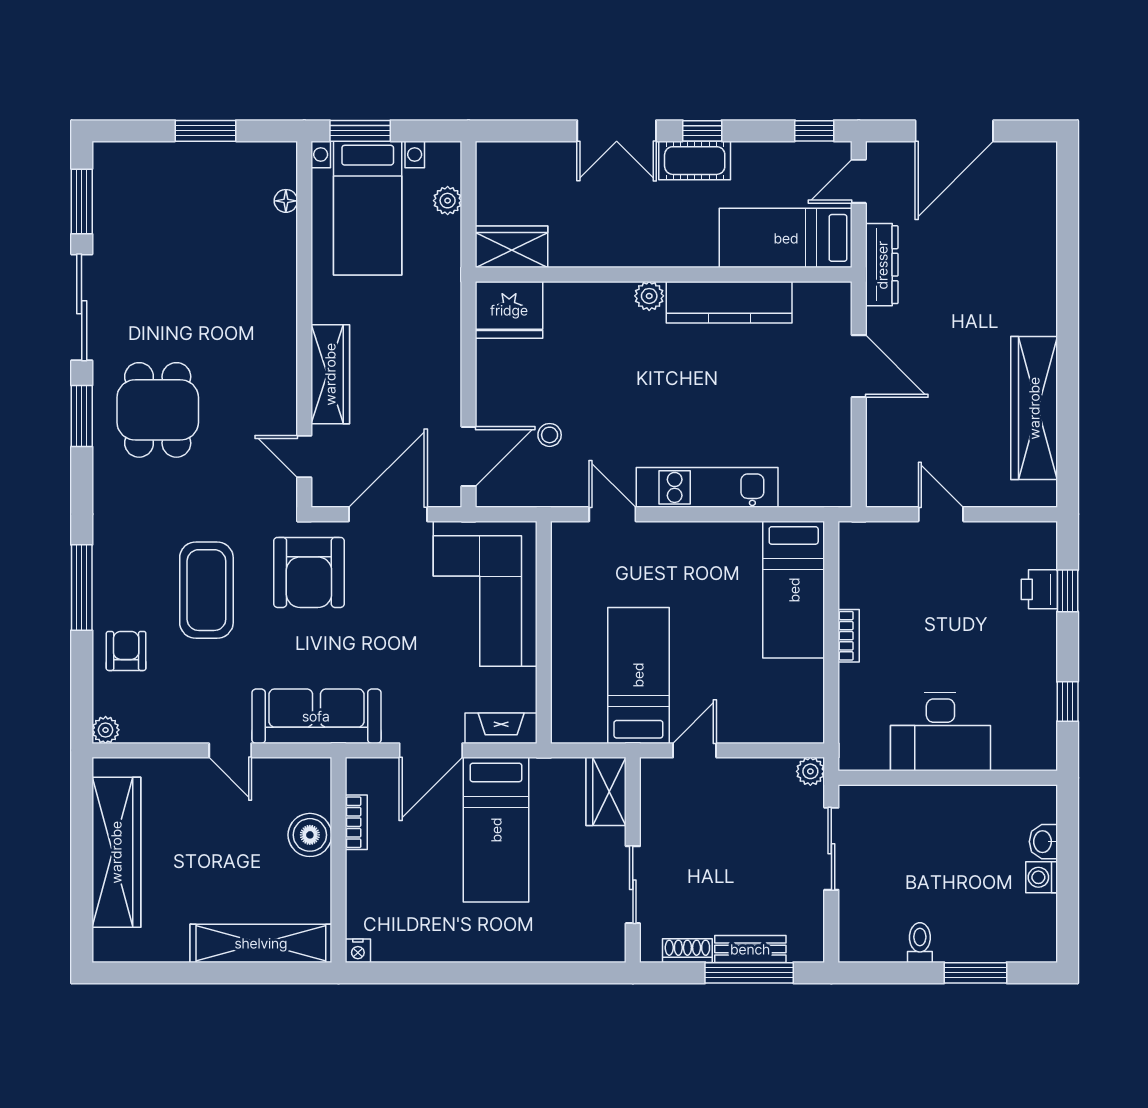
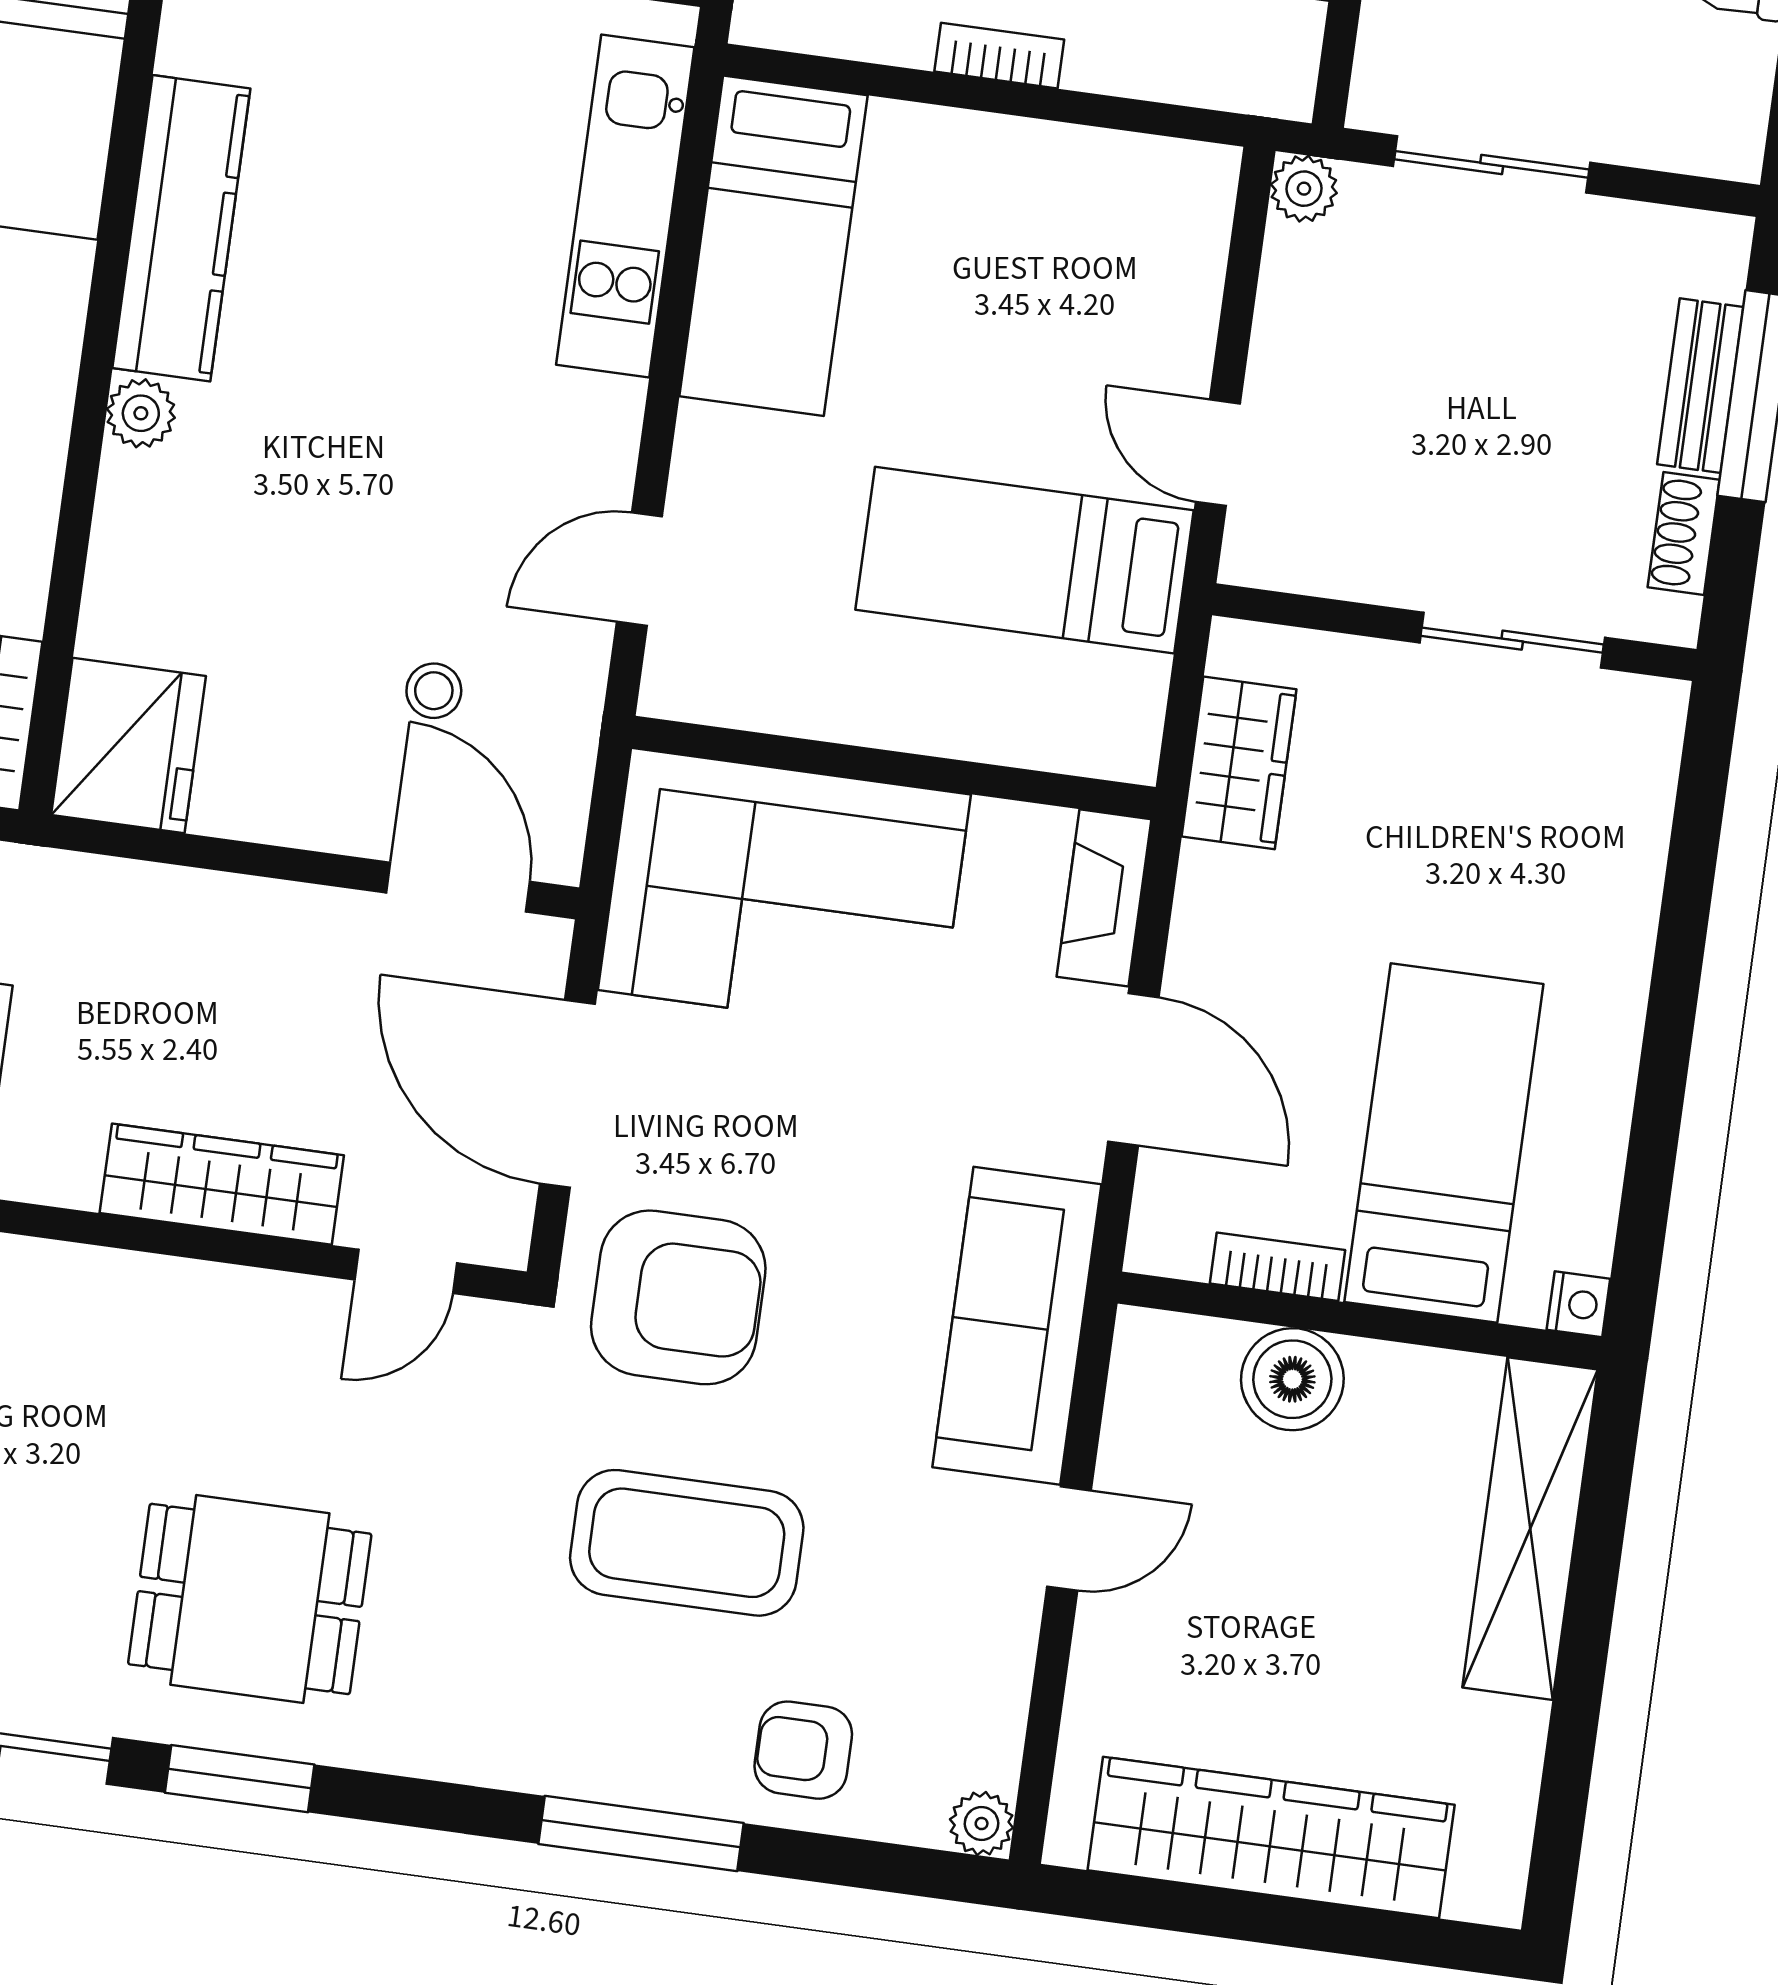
kitchen unit: (707, 487) -> (625, 206), moved
bed: (794, 590) -> (773, 246), moved, turned 90
wardrobe: (606, 791) -> (1239, 763), moved, turned -90
bed: (496, 830) -> (1444, 1143), moved, turned -90

